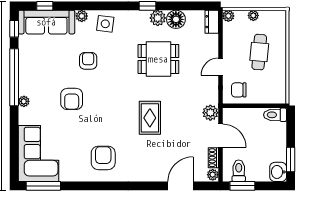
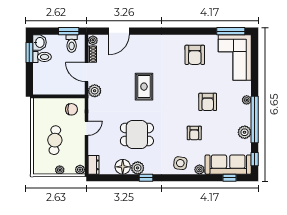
plant: (26, 62) -> (245, 132), added
armchair: (72, 99) -> (208, 102), turned 180
toilet: (275, 115) -> (42, 57), moved
armchair: (103, 158) -> (195, 55), moved

